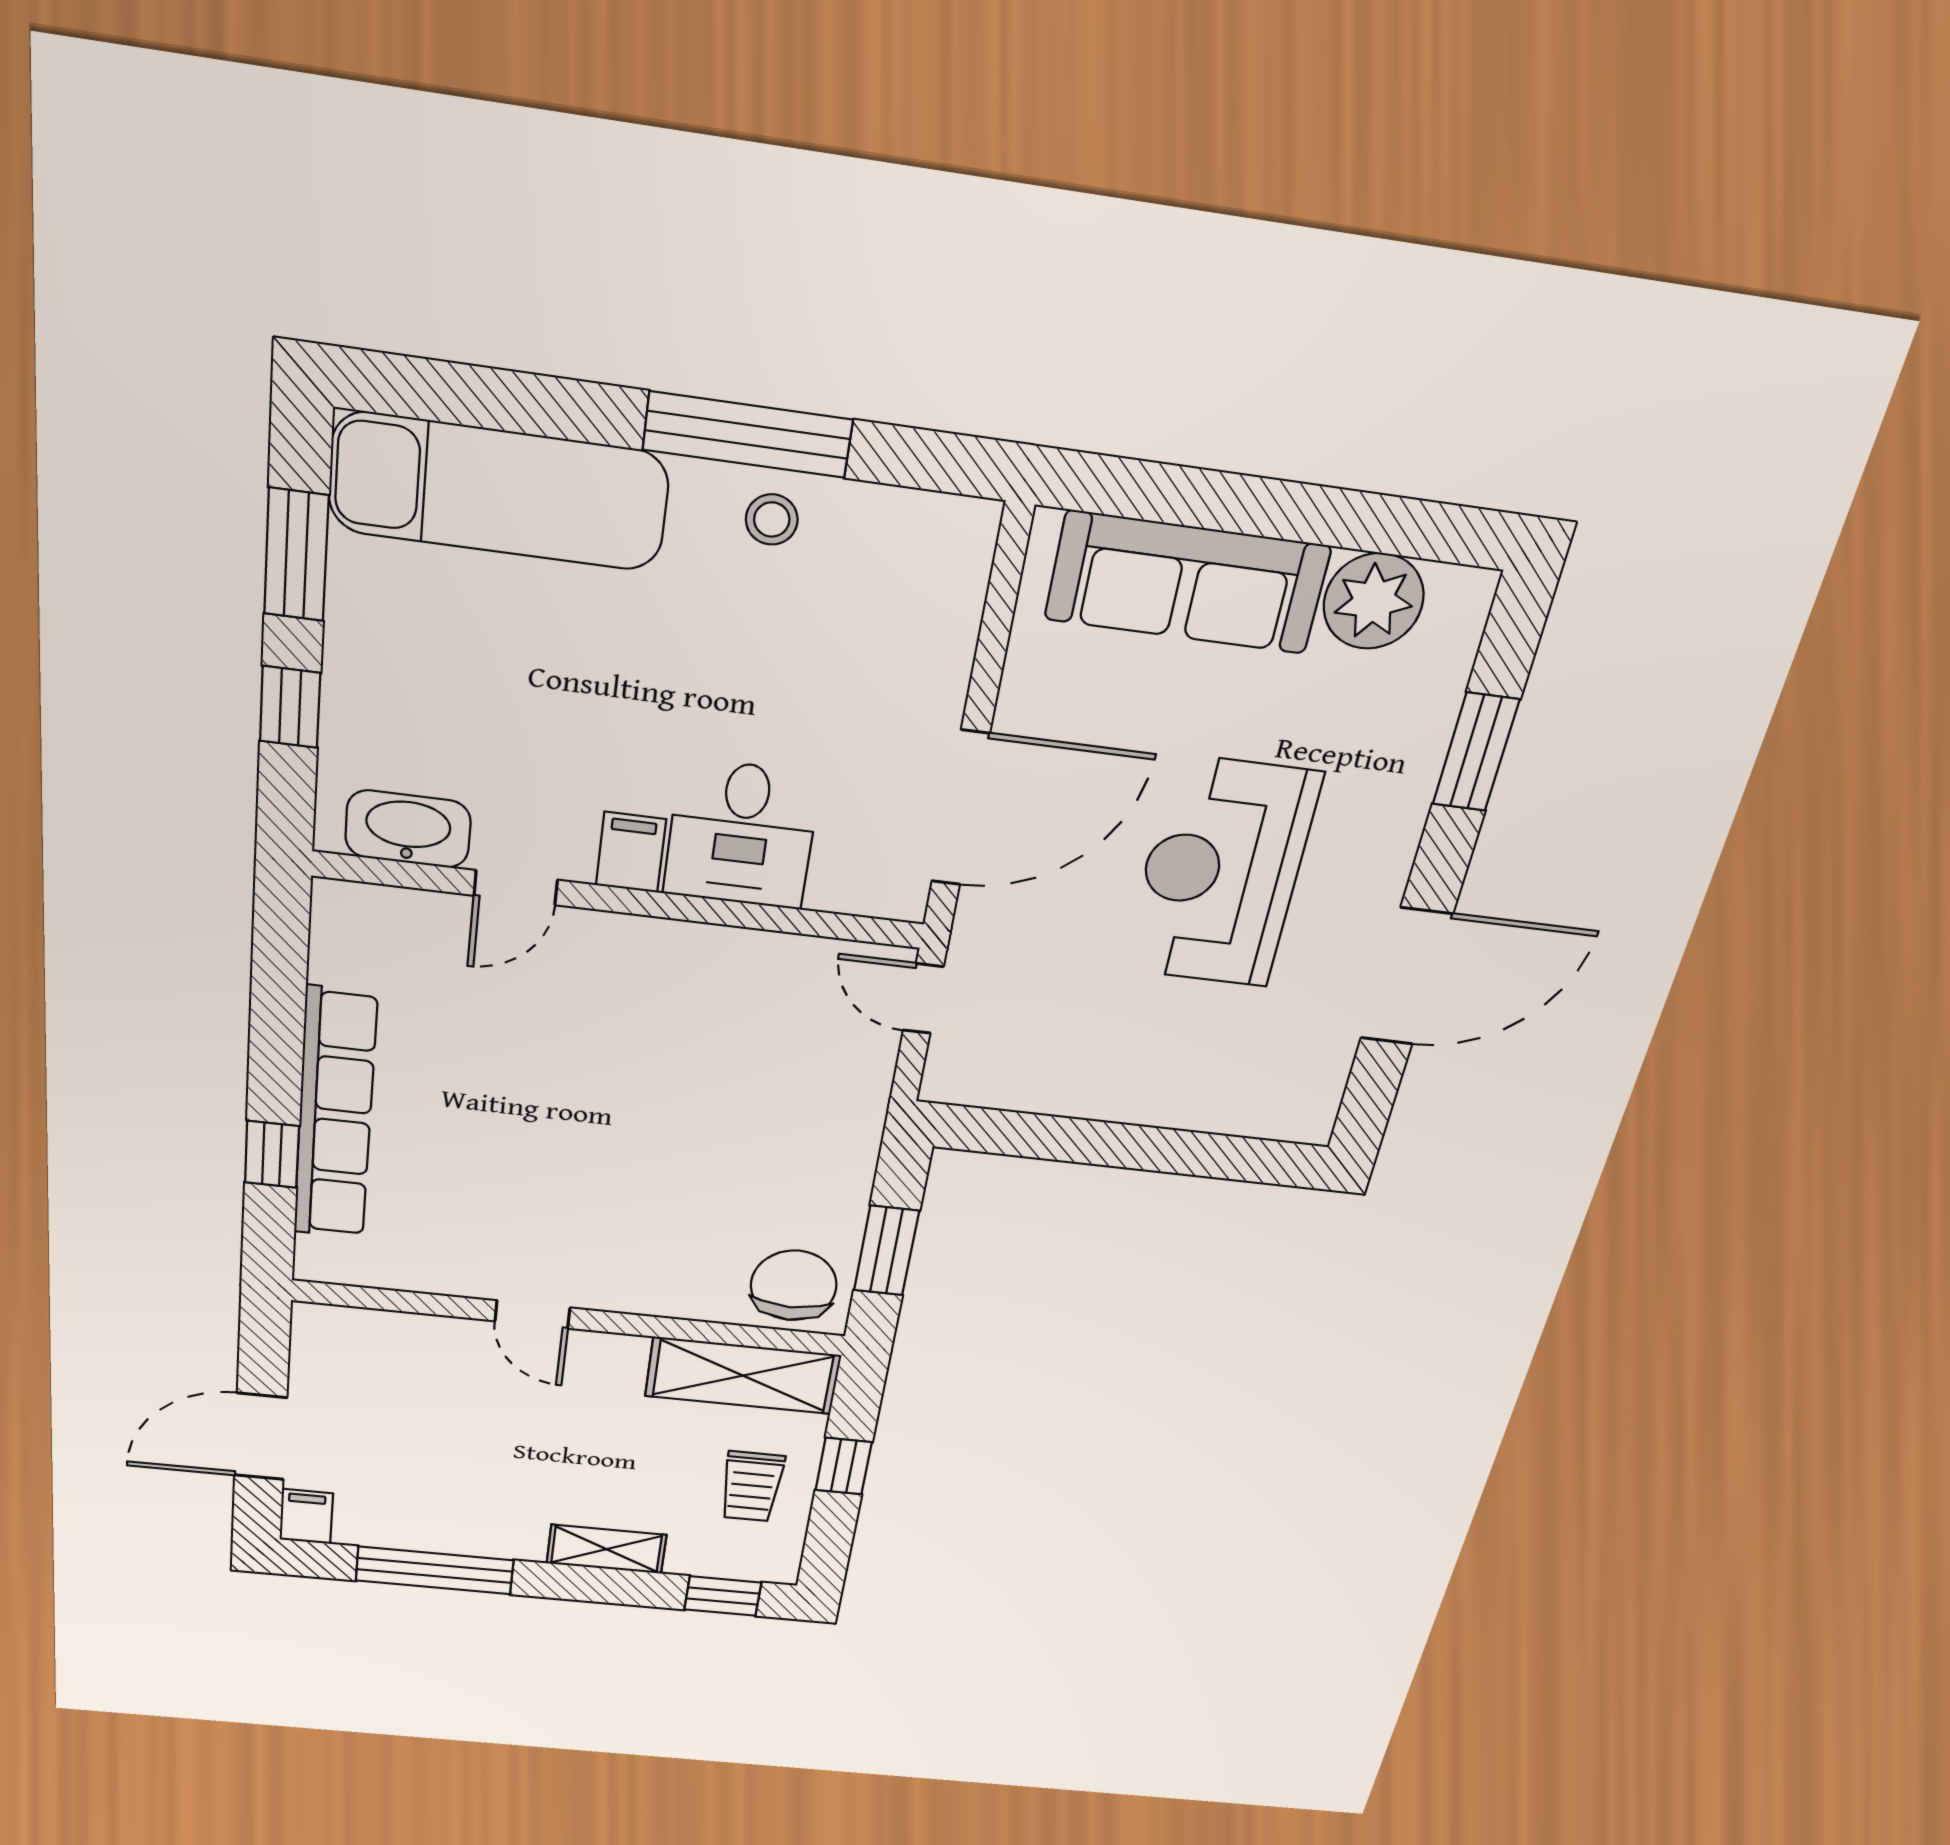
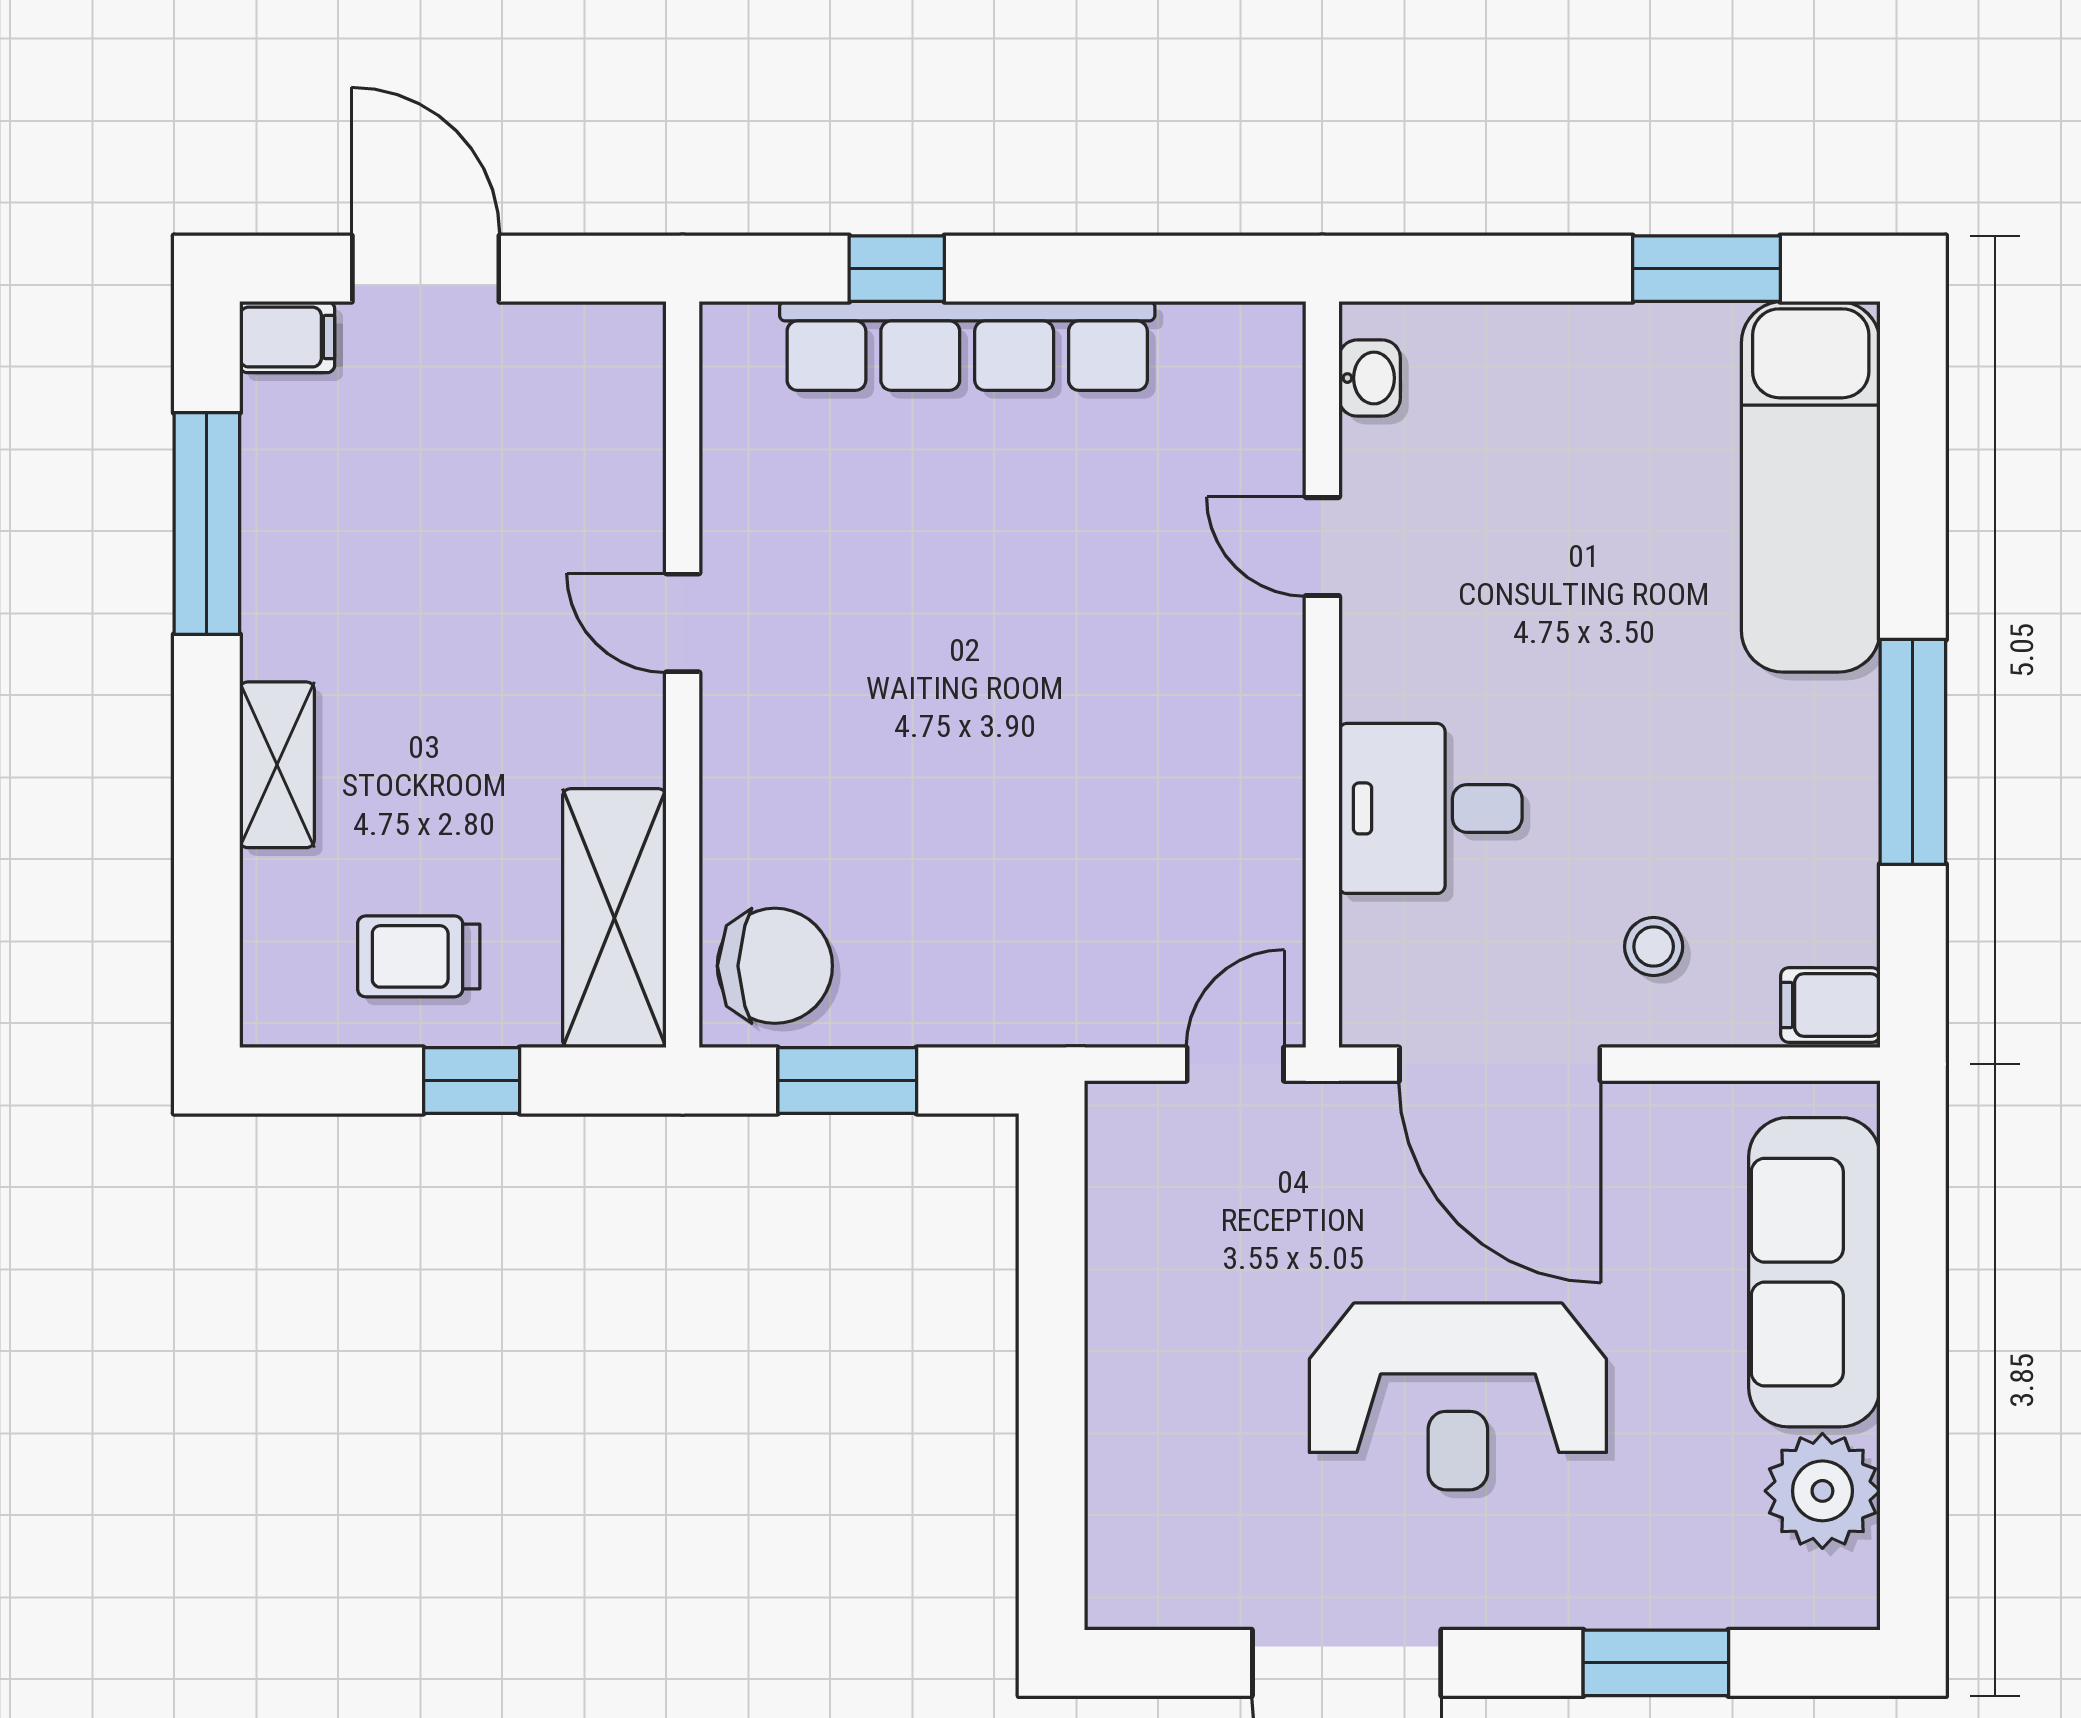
stool: (772, 519) -> (1654, 947), moved
window: (290, 707) -> (1522, 269), removed
washbasin: (408, 829) -> (1370, 378), width x0.52, depth x0.69
filing cabinet: (631, 852) -> (1830, 1005), moved, turned 180
reception desk: (1221, 873) -> (1458, 1396), turned 180
door: (532, 1314) -> (683, 623), hinge flipped
window: (723, 1596) -> (207, 943), removed

